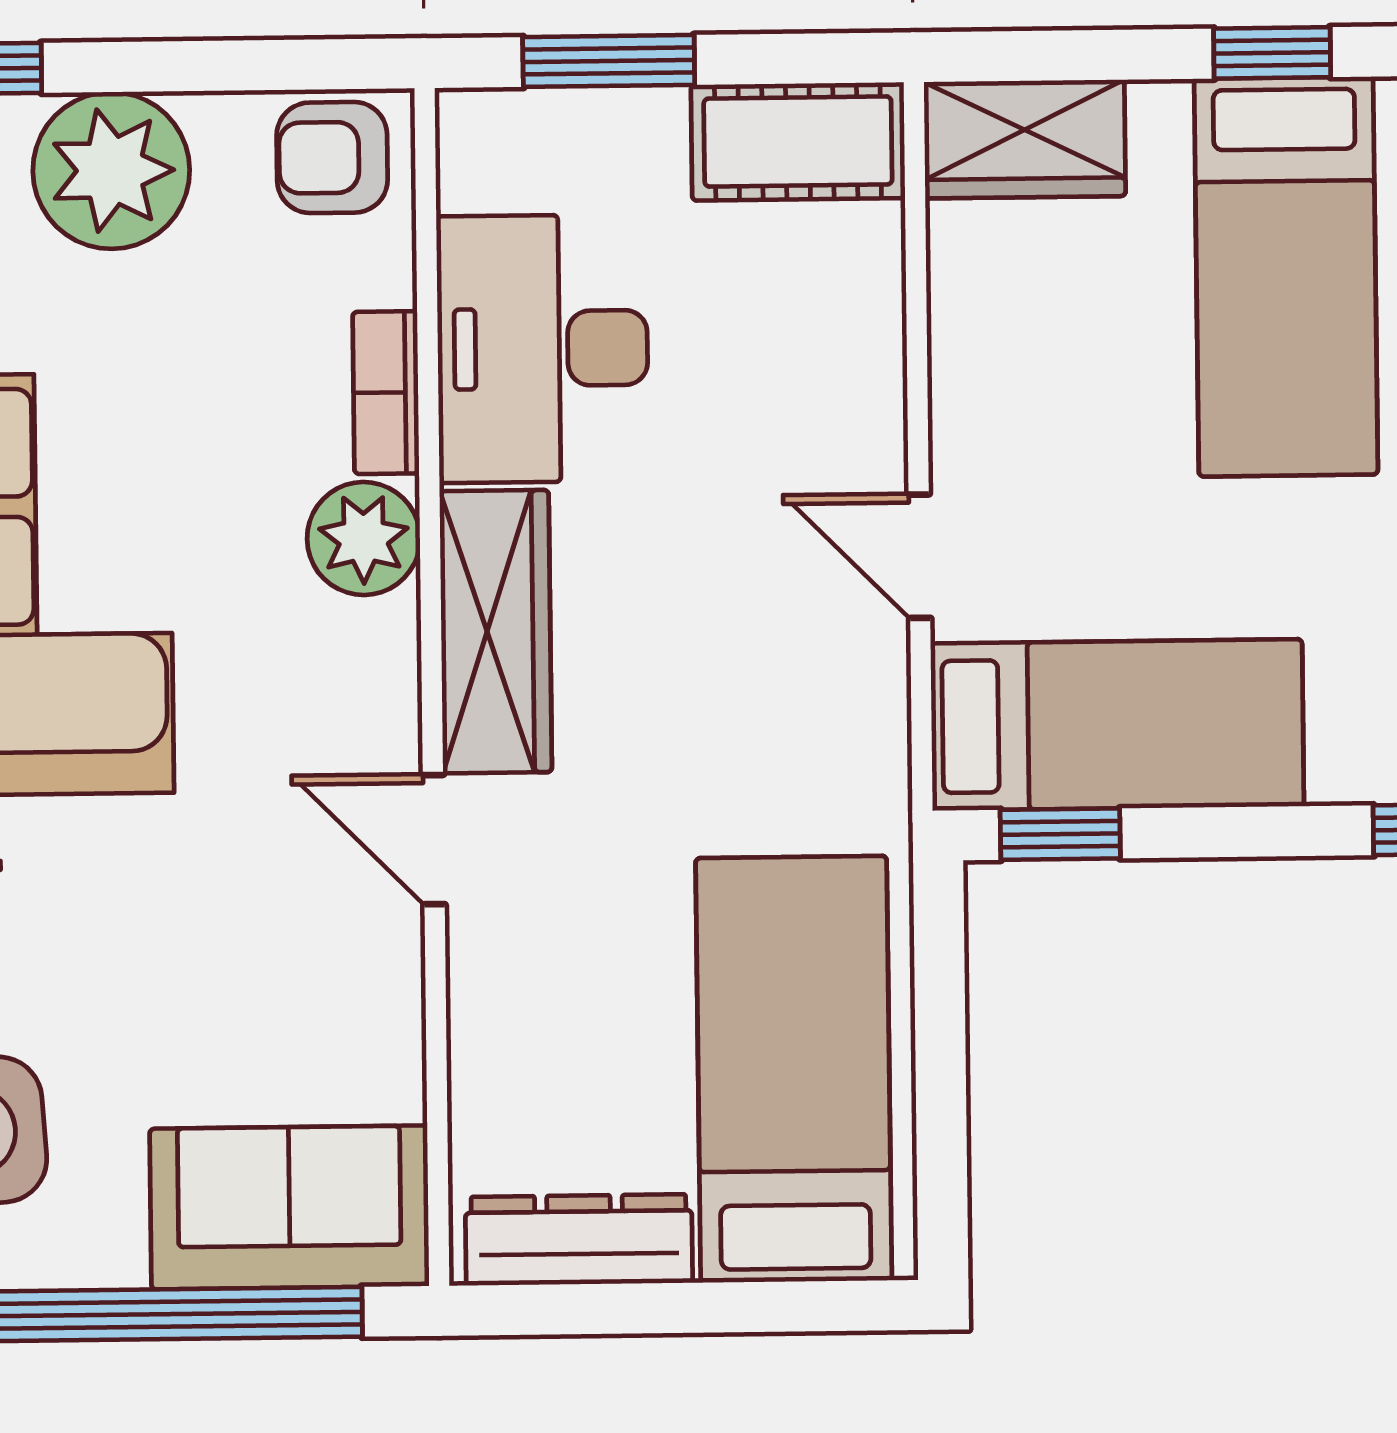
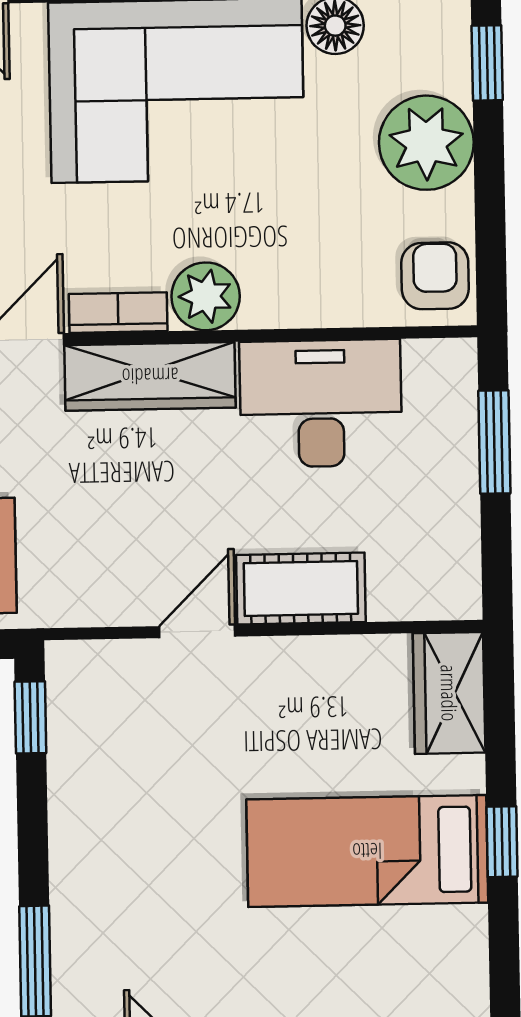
cot: (798, 142) -> (301, 588), moved, turned 90
bookcase: (386, 393) -> (118, 313), moved
bed: (1117, 725) -> (97, 751), removed

